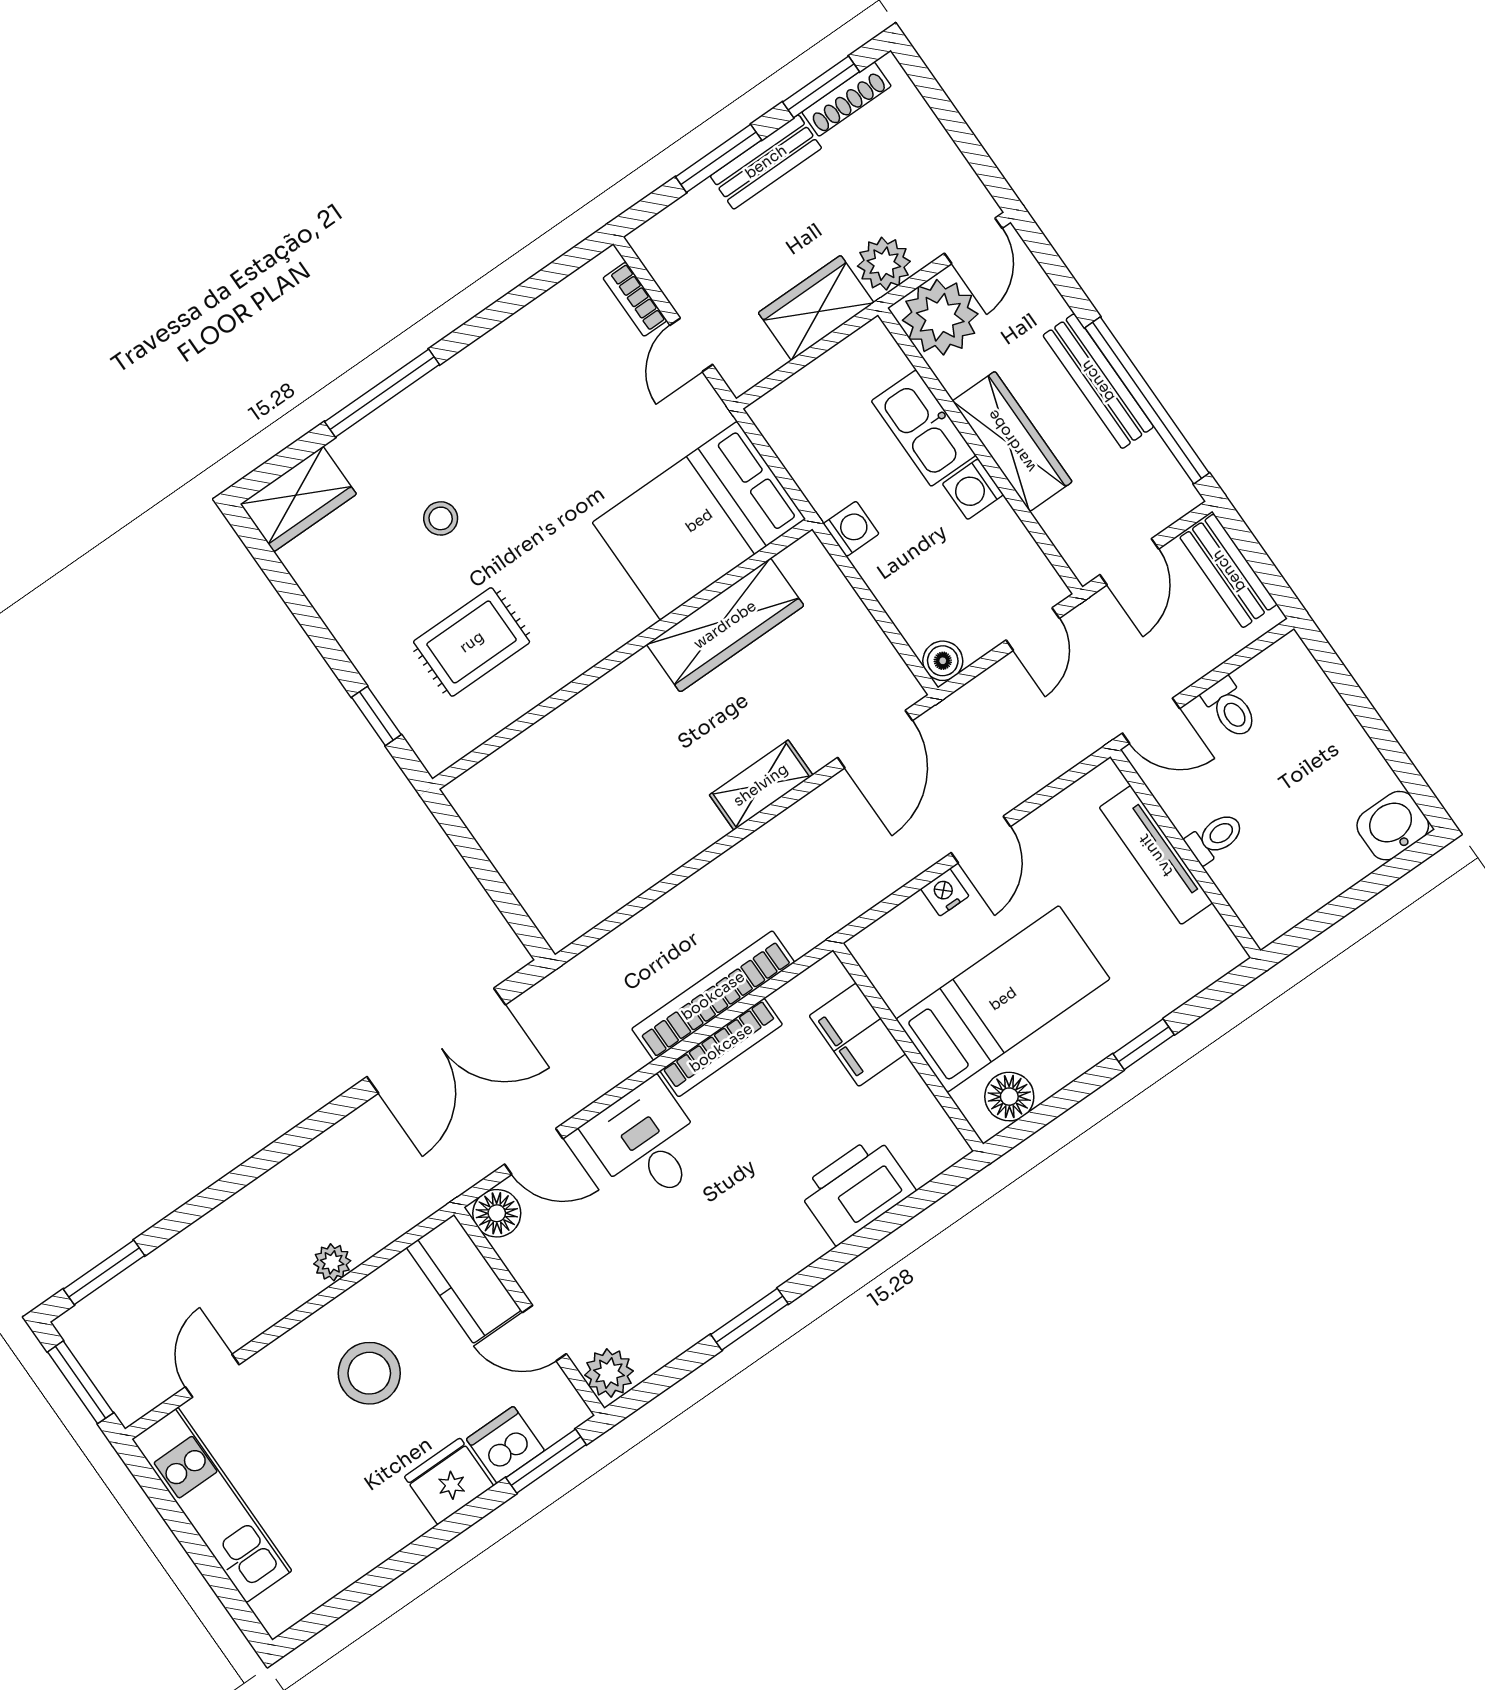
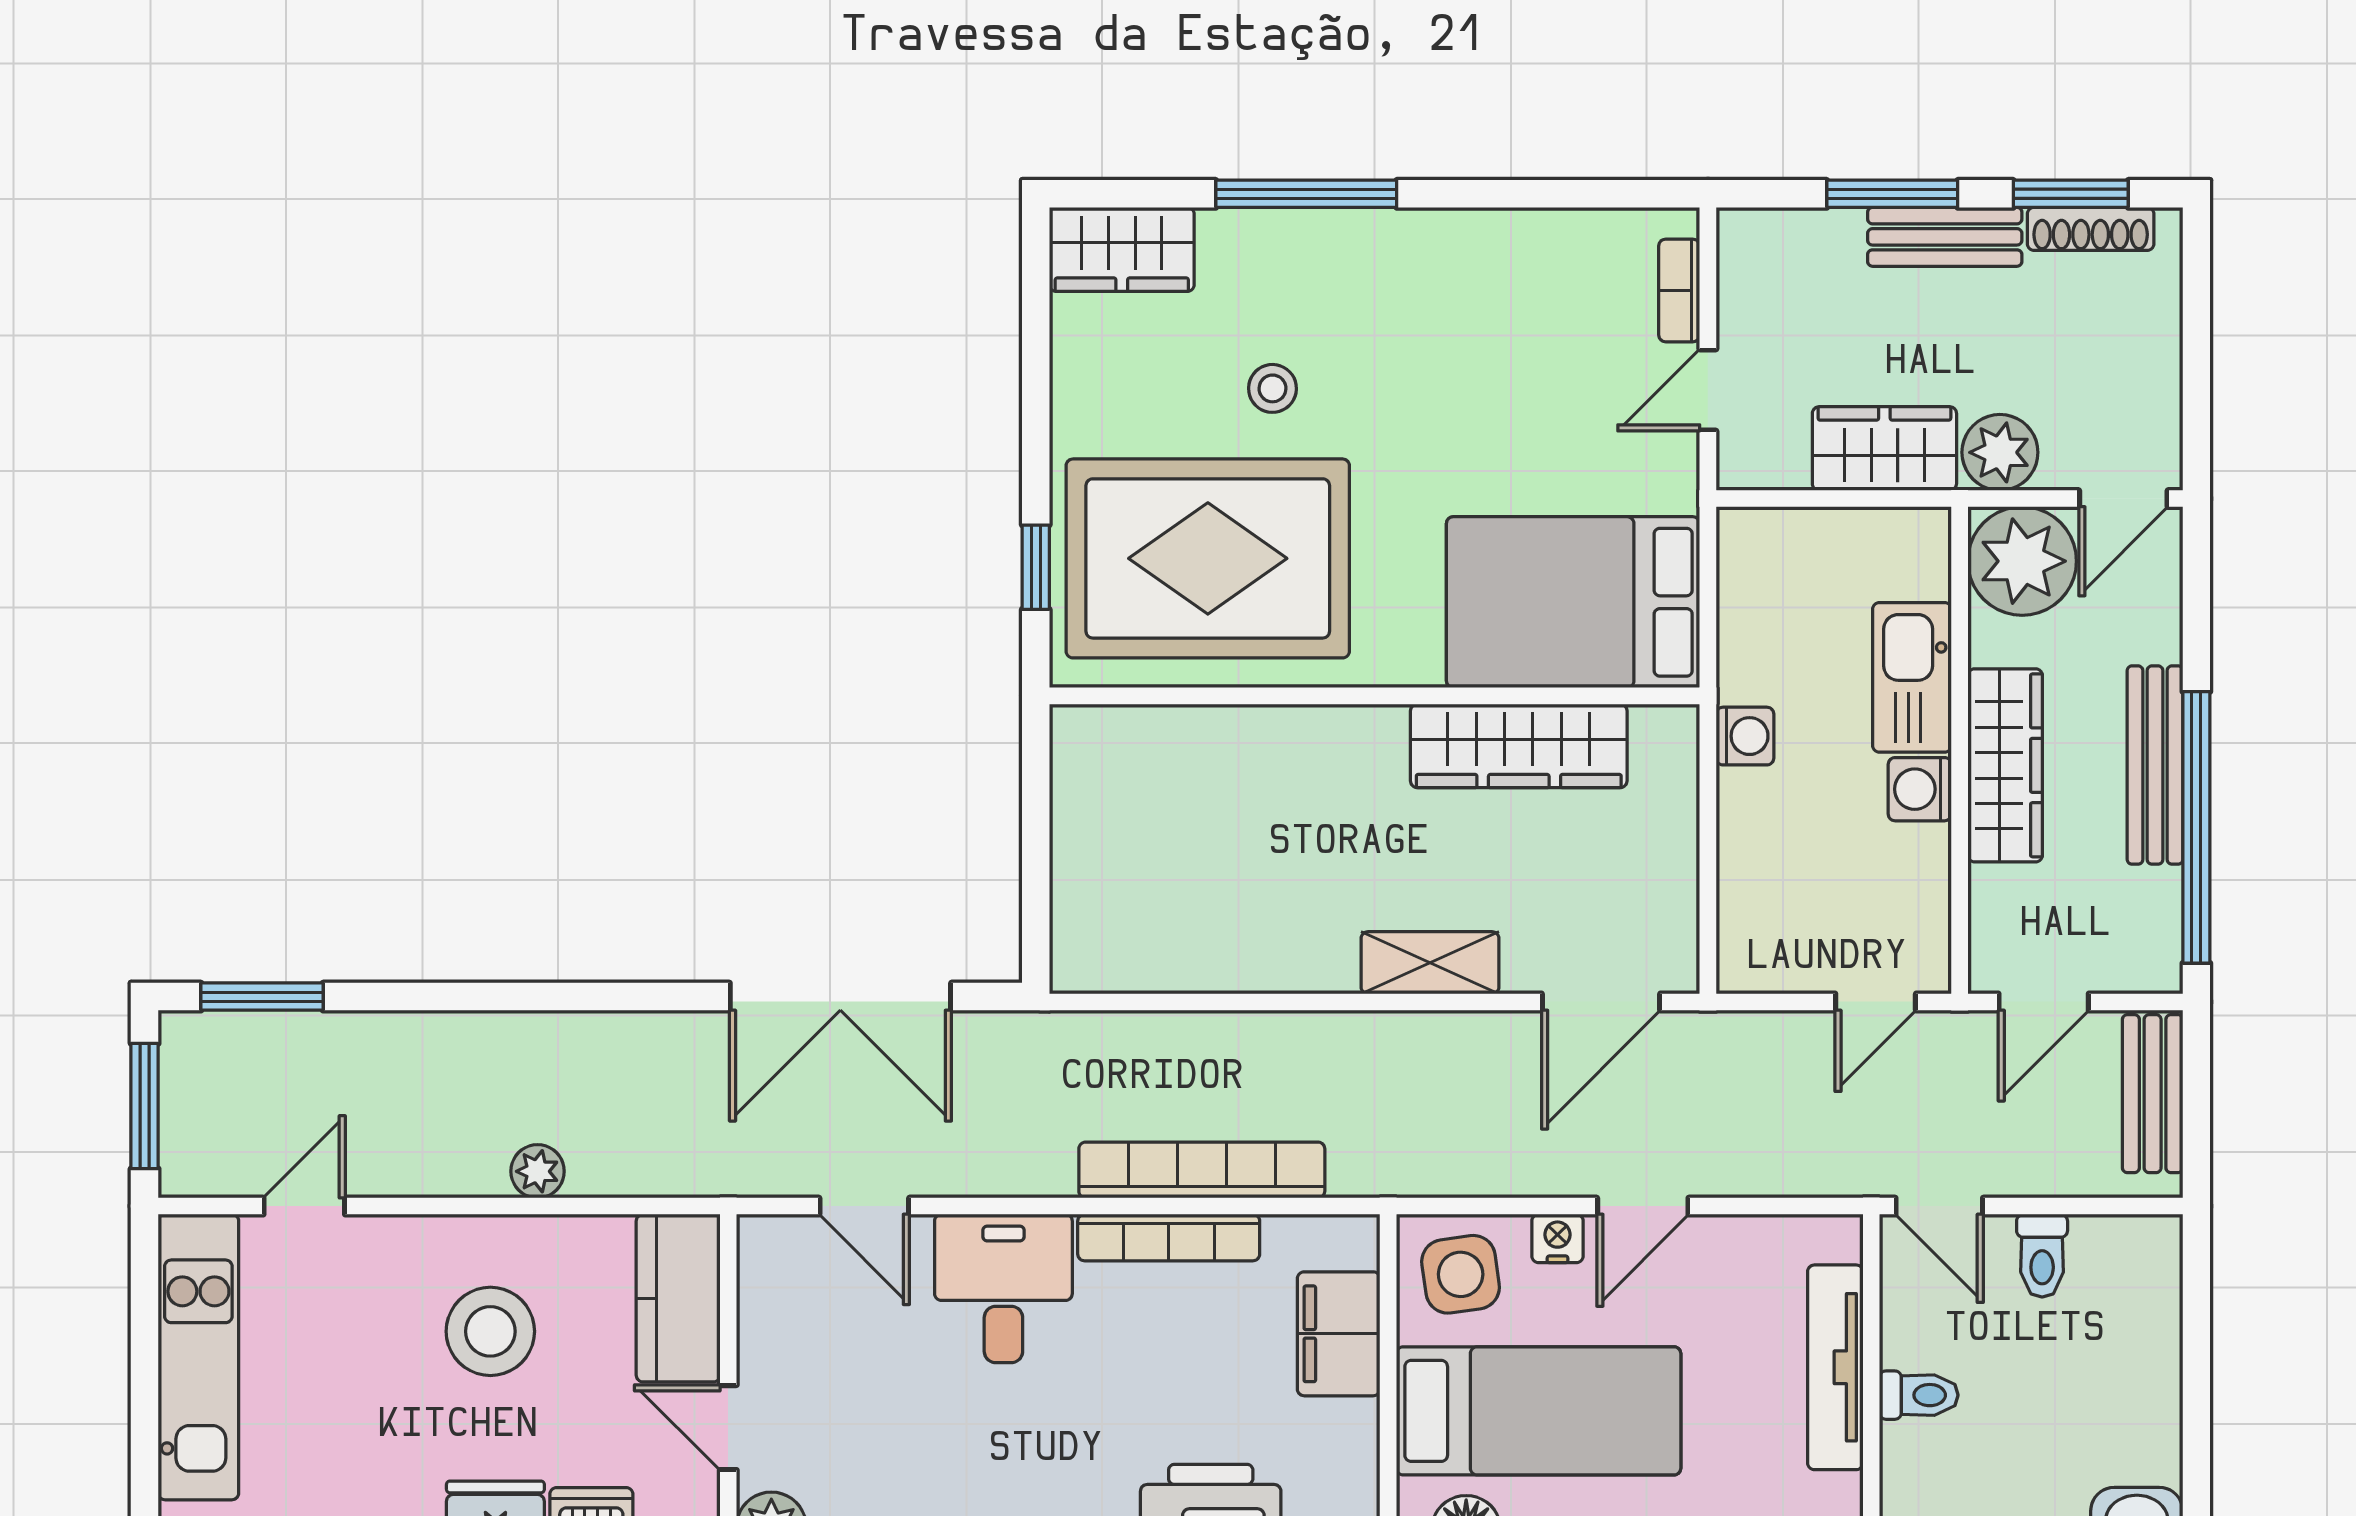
rug: (472, 642) -> (1208, 558), width x1.86, depth x2.06
boiler: (943, 661) -> (1744, 966), removed
side table: (904, 952) -> (1461, 1274), added
floor lamp: (497, 1213) -> (770, 1248), removed

